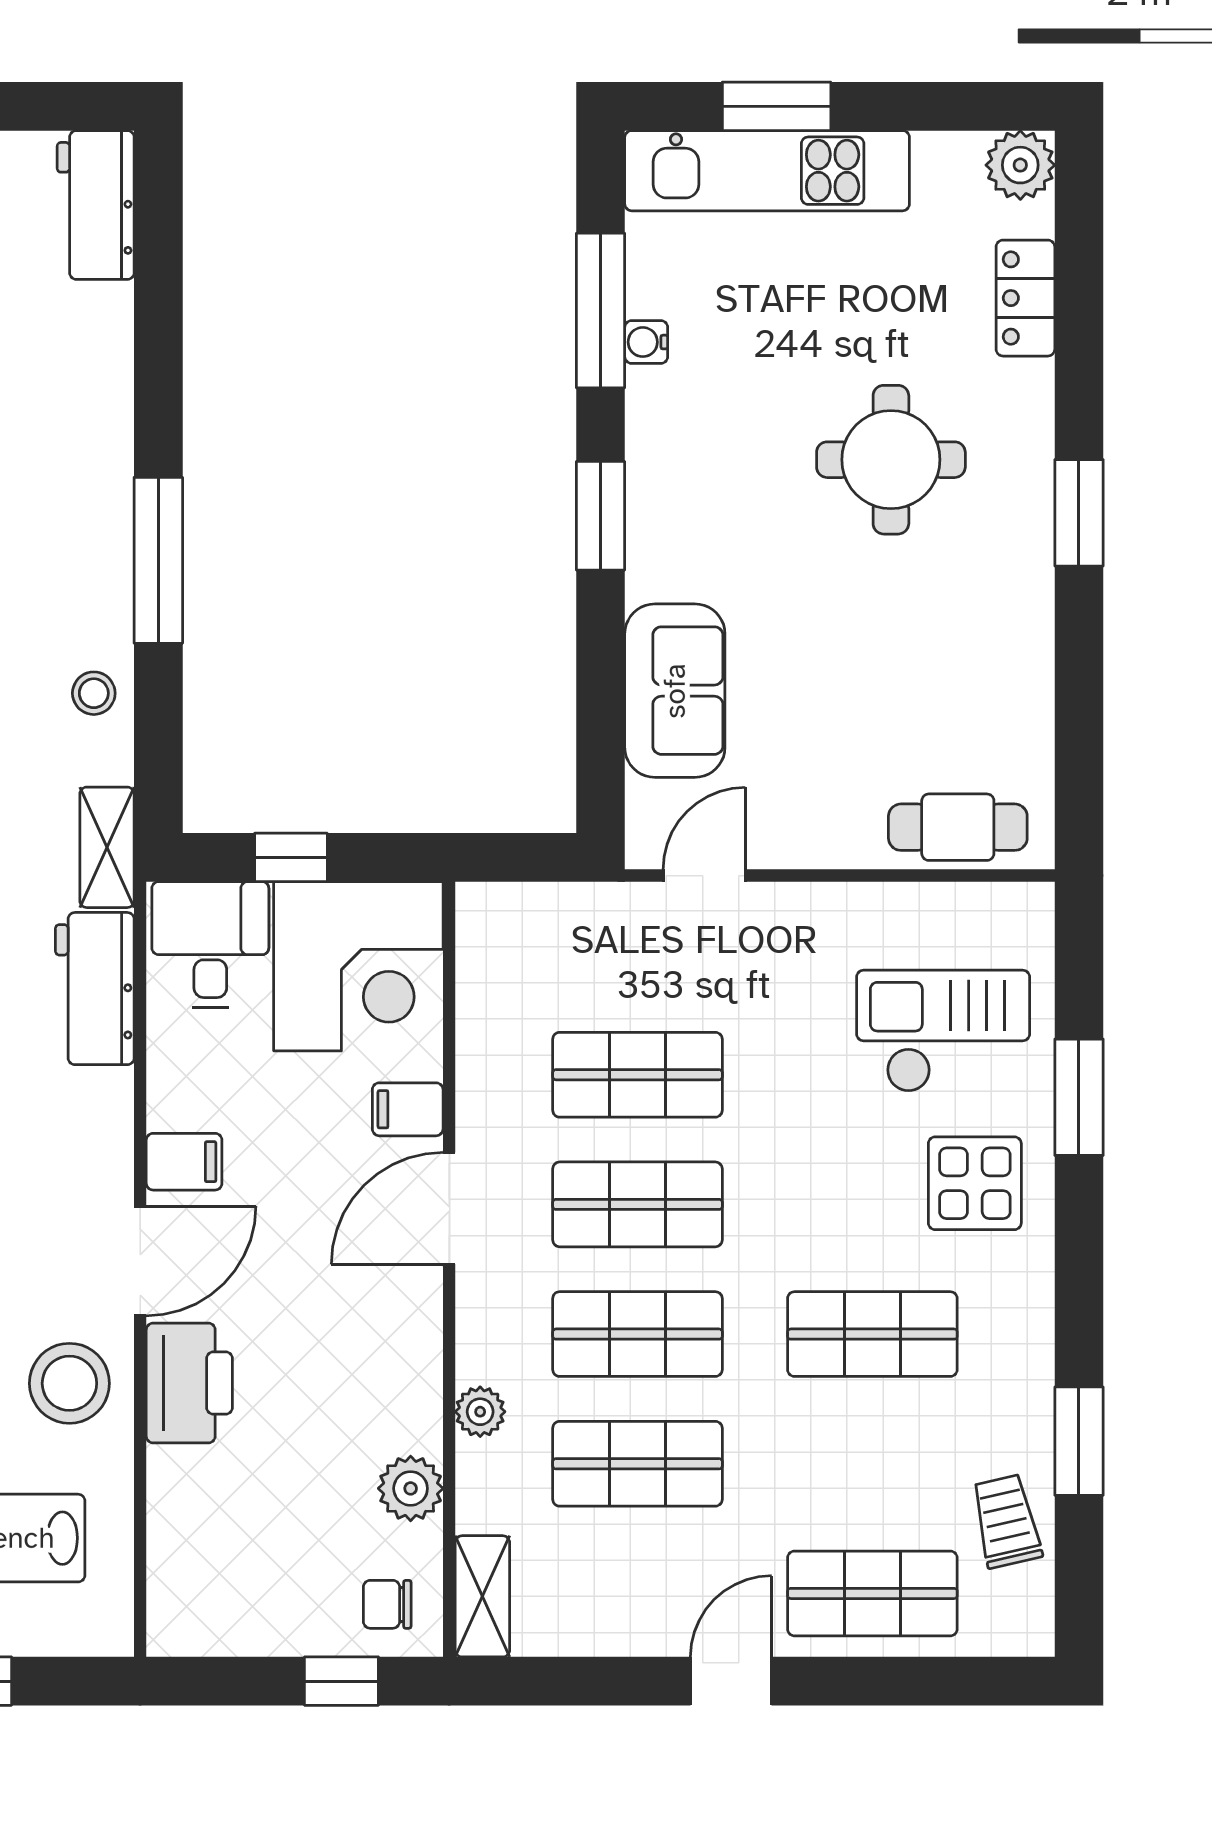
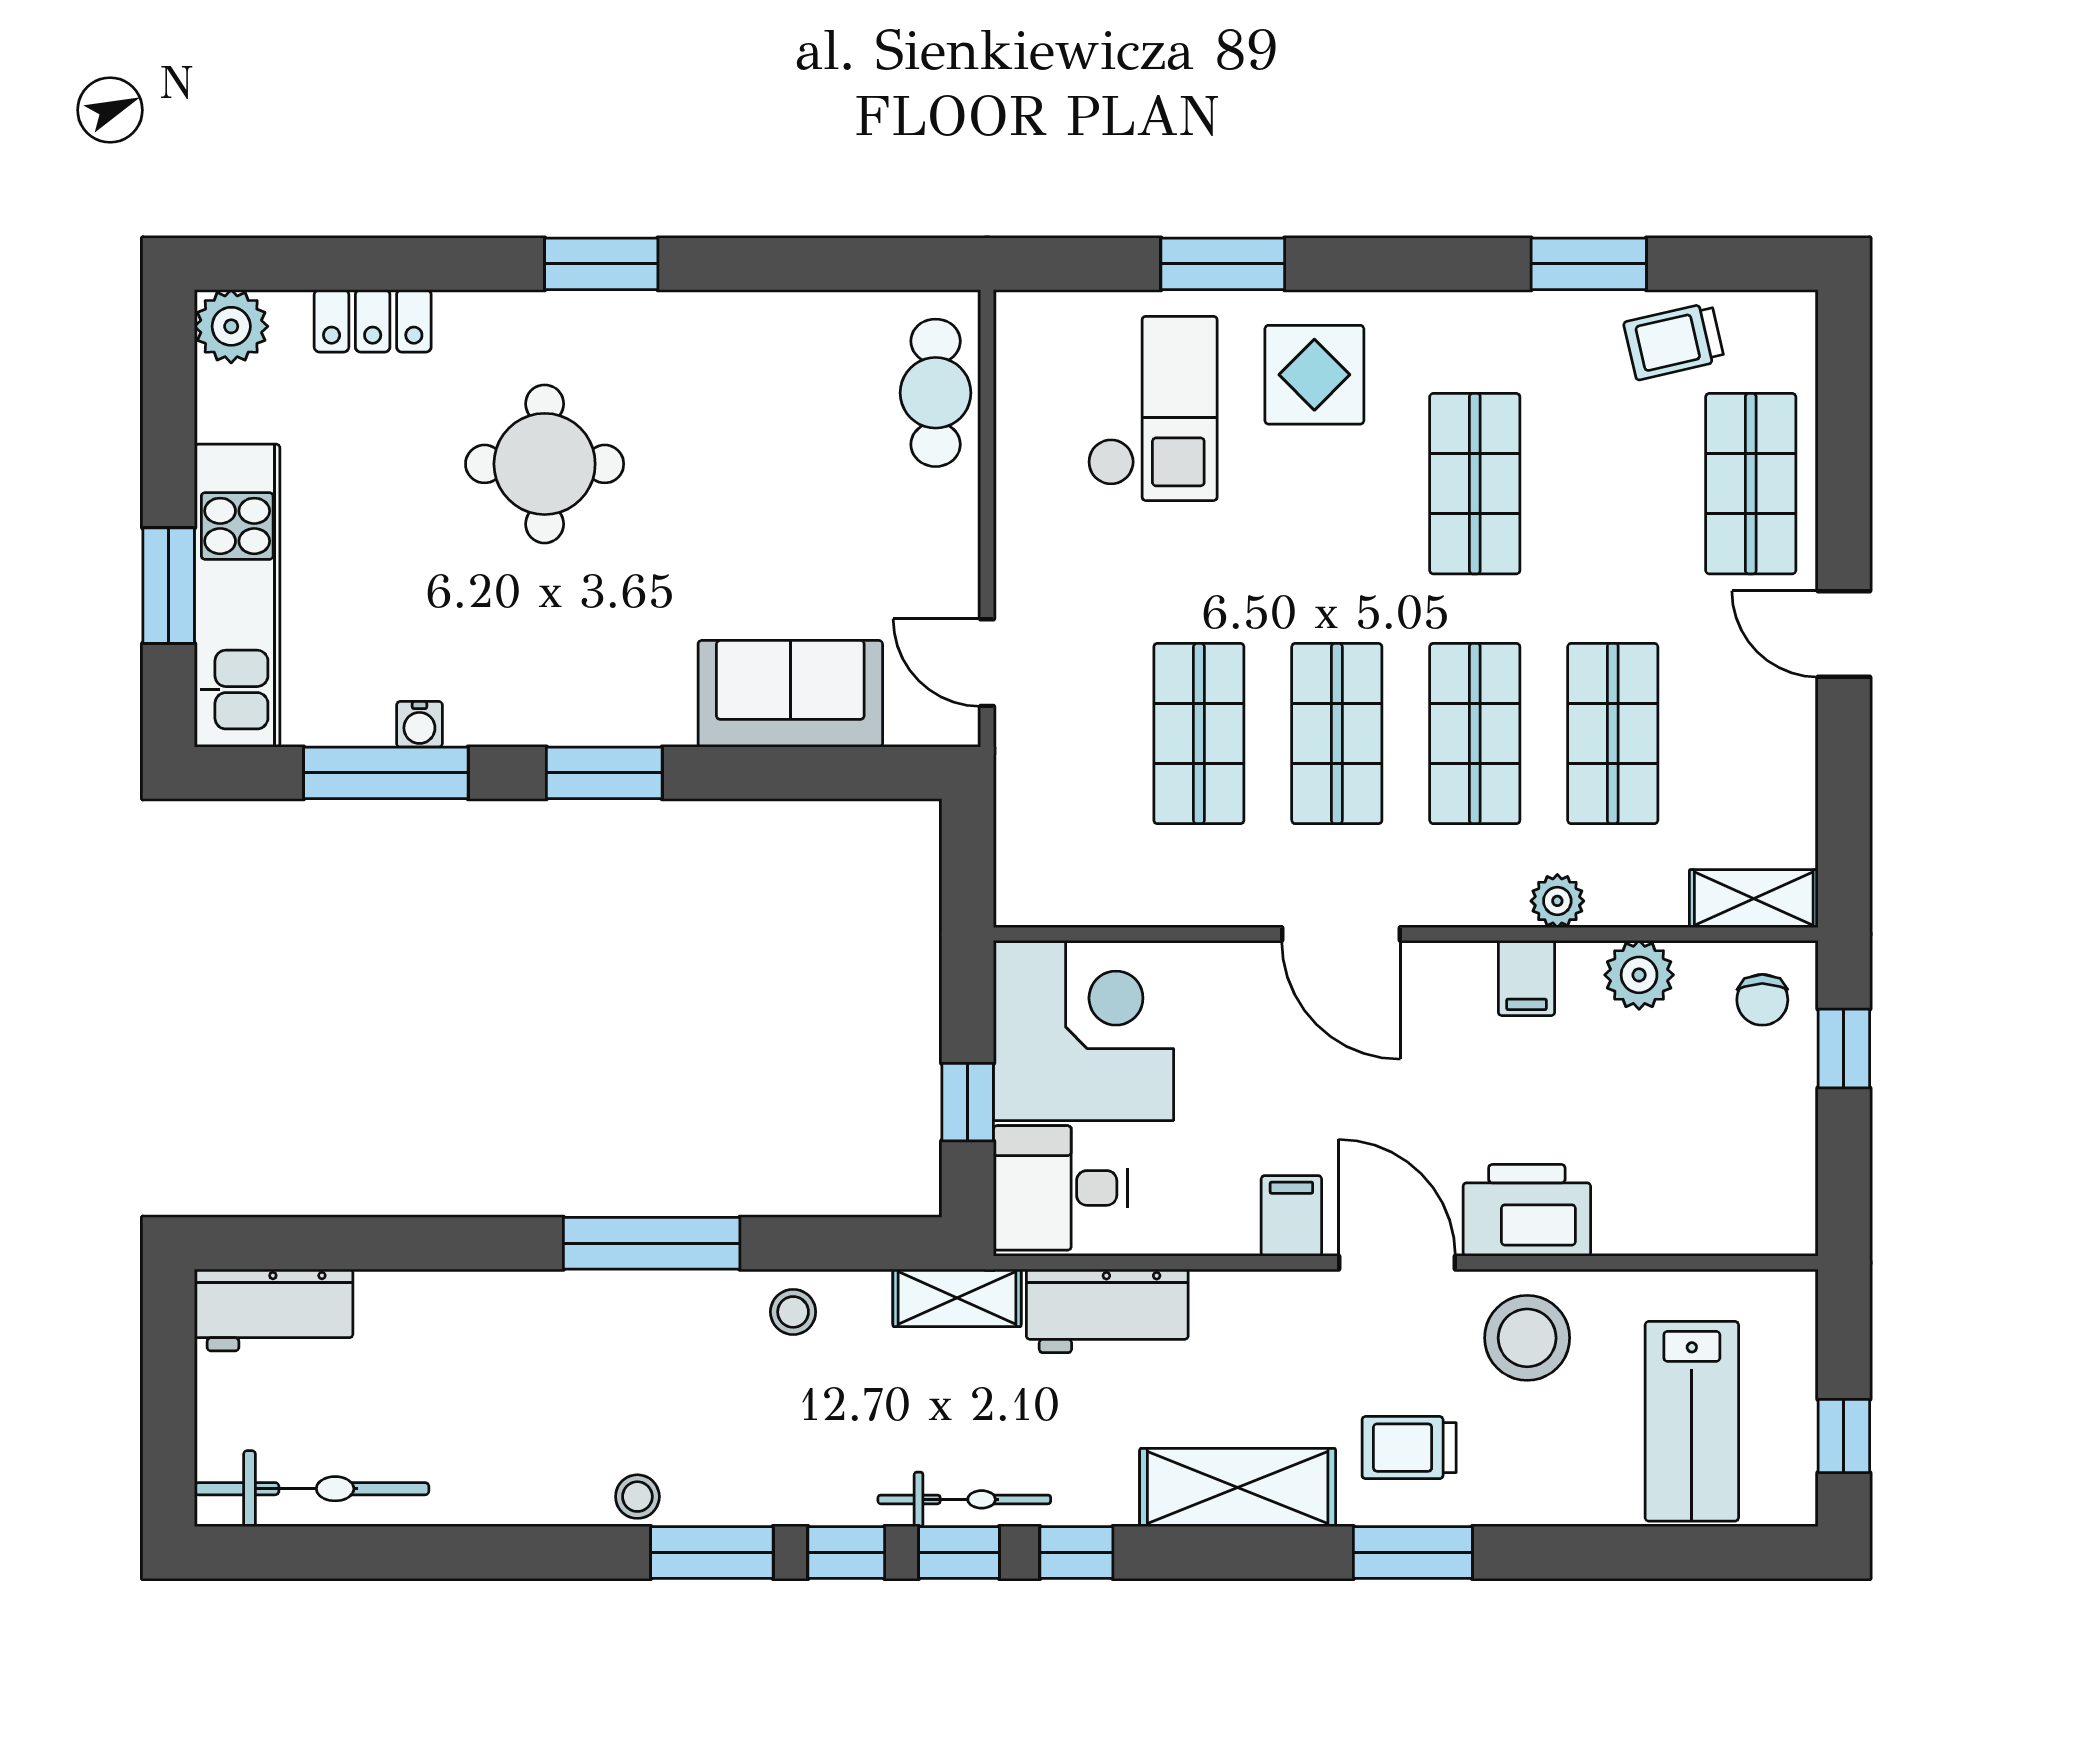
checkout: (943, 1031) -> (1152, 408), turned 180
filing cabinet: (408, 1109) -> (1526, 978), moved

